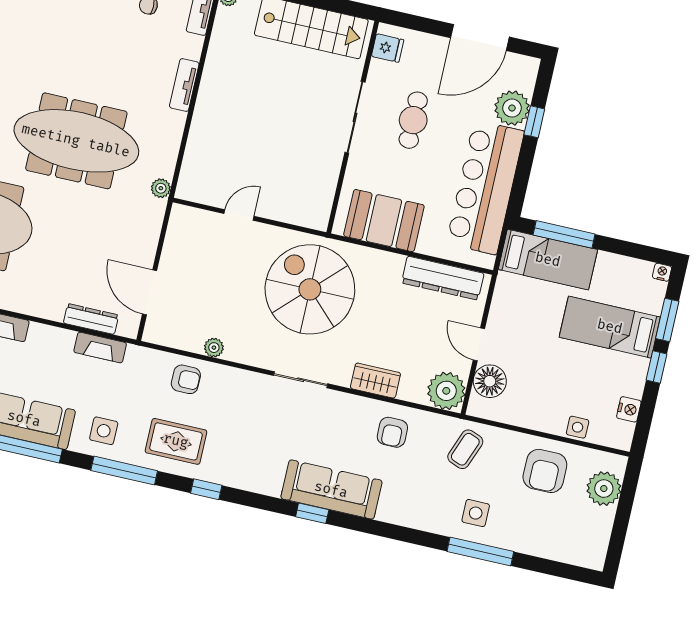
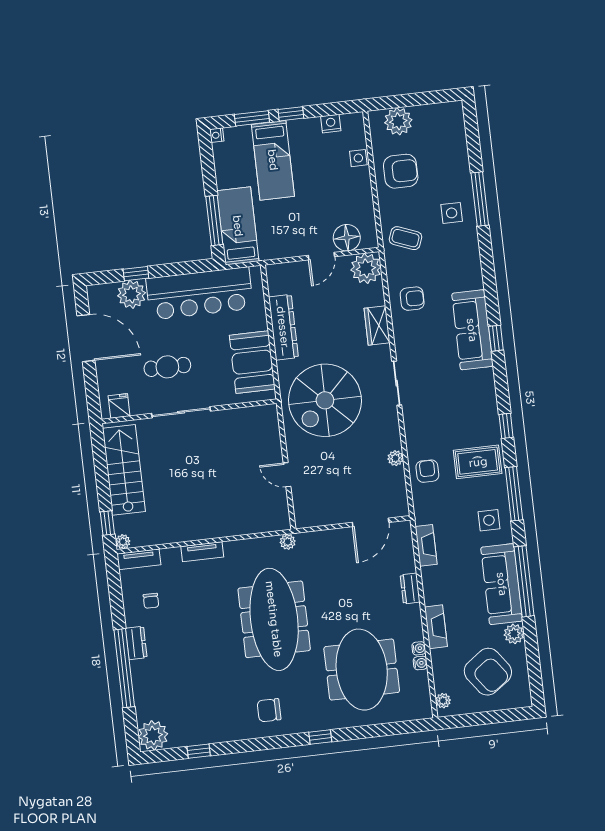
dresser: (443, 278) -> (283, 327), moved
dresser: (91, 319) -> (410, 589), moved, width x0.70
rug: (176, 441) -> (478, 462), turned 90

